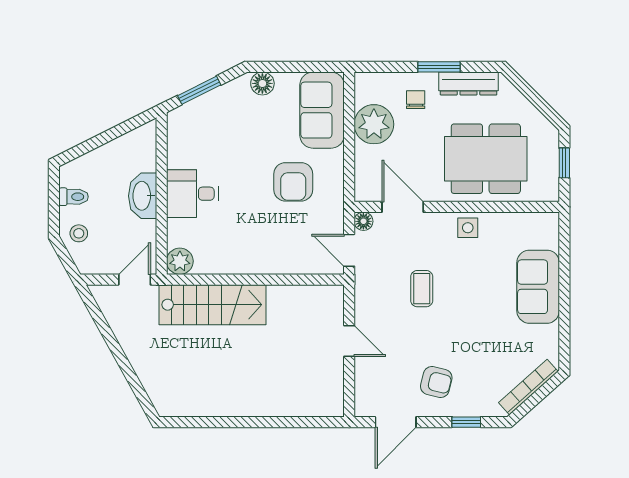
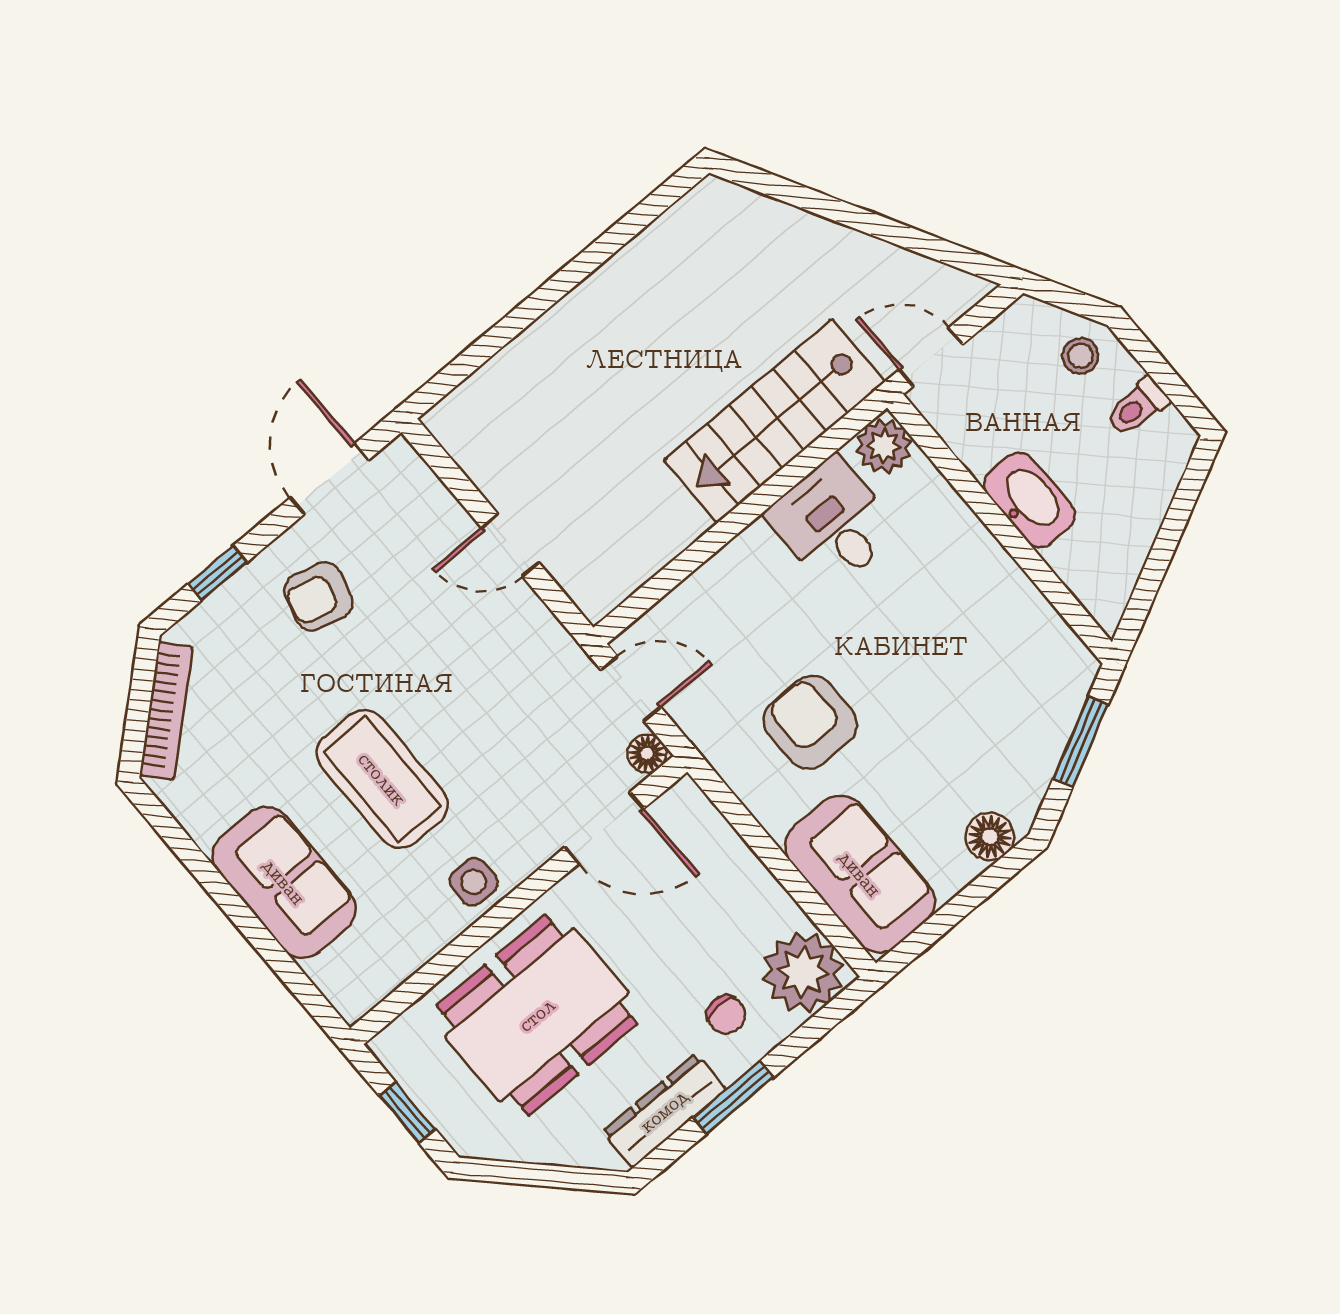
plant: (374, 124) -> (803, 972), moved
desk: (192, 194) -> (833, 523), moved, turned -90
door: (135, 280) -> (931, 357), swing flipped
coffee table: (422, 289) -> (382, 779), moved, width x1.86, depth x1.72

